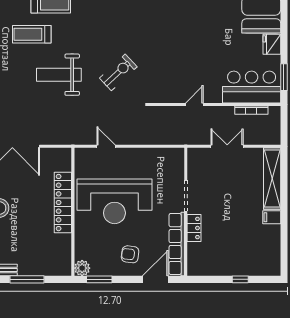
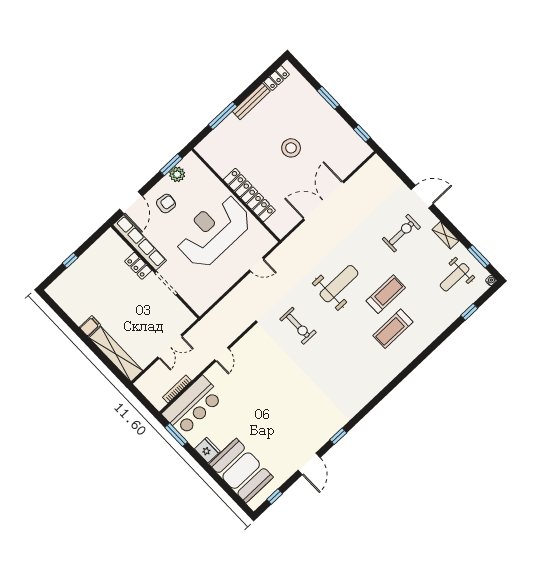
exercise bike: (118, 72) -> (298, 326), turned -47
plant: (82, 268) -> (177, 174), moved

